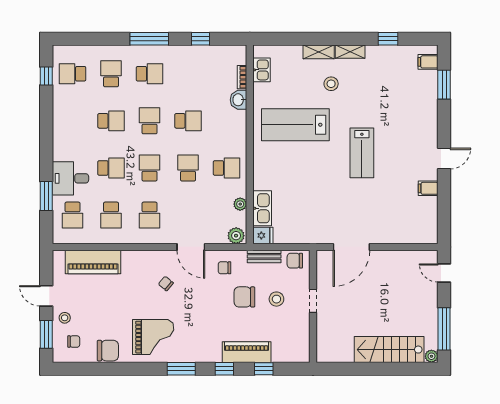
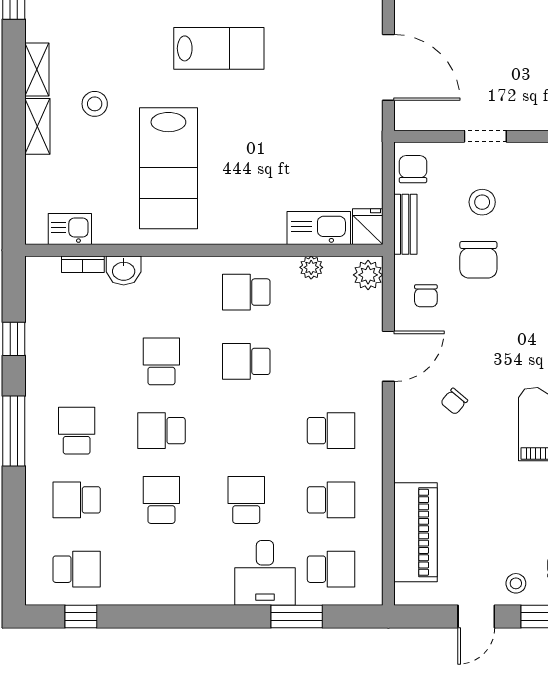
school desk: (73, 74) -> (77, 569), turned -90
school desk: (150, 168) -> (246, 431), removed
school desk: (227, 168) -> (246, 292), turned -90
chair: (295, 261) -> (413, 169), turned 180

